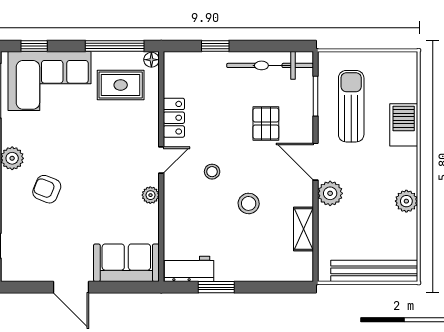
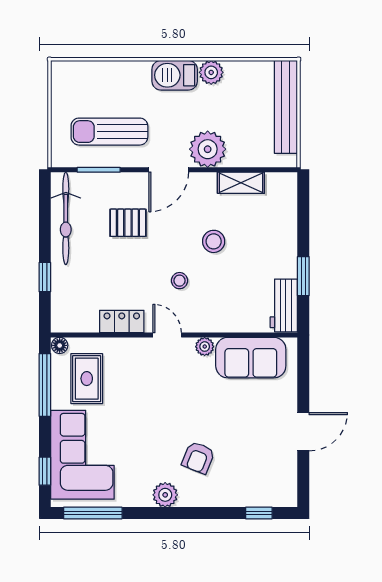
barbecue: (404, 125) -> (175, 75), moved
plant: (330, 193) -> (208, 149), width x1.36, depth x1.36
sofa: (126, 263) -> (251, 358), moved, turned -90

